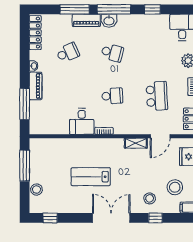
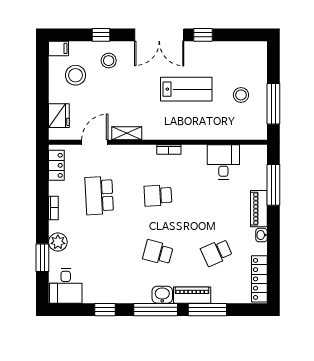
desk: (82, 121) -> (223, 162), moved
stool: (36, 190) -> (241, 95), moved
window: (50, 218) -> (203, 35), moved

